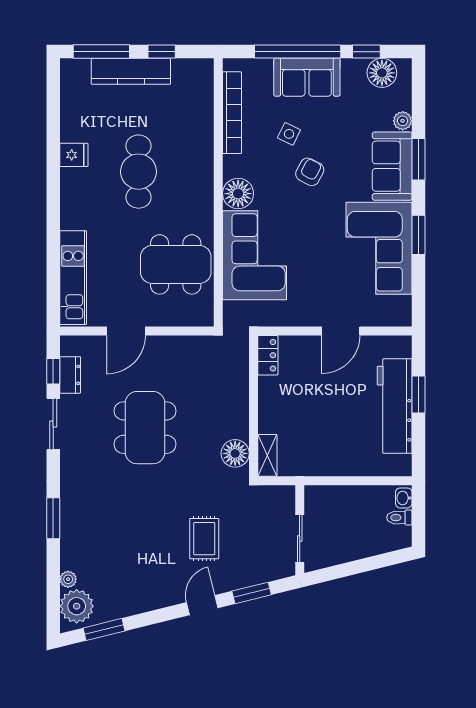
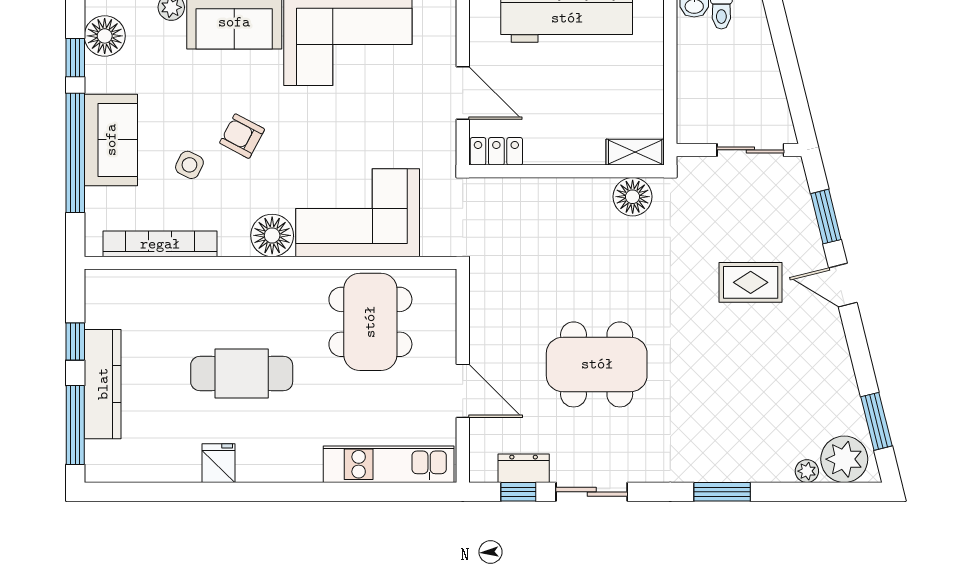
locker: (268, 355) -> (496, 151), moved
wall: (253, 406) -> (567, 171), moved
floor lamp: (235, 453) -> (633, 197), moved
shelving: (267, 455) -> (635, 152), moved

